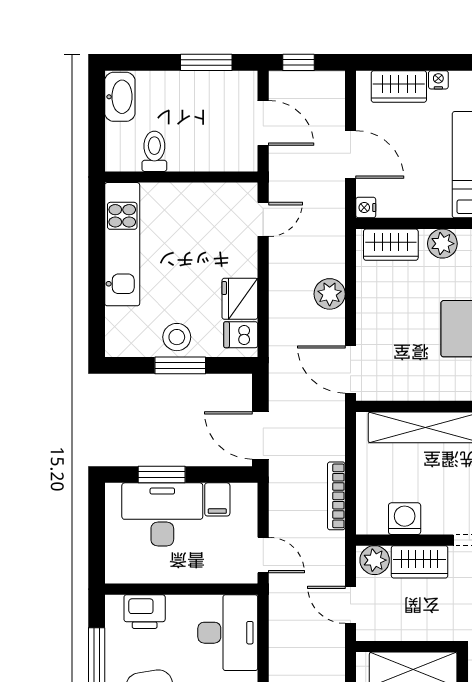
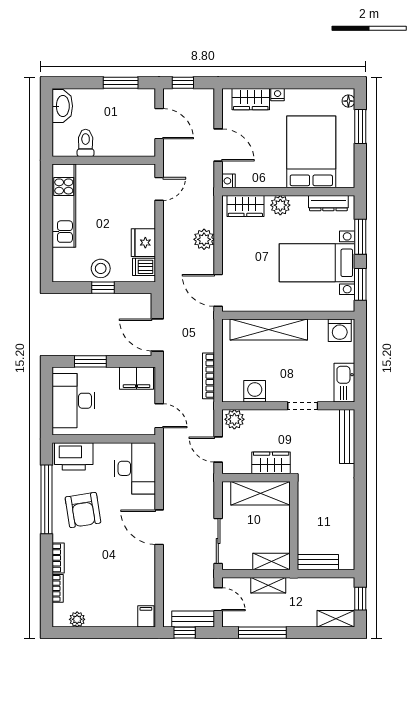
window: (180, 365) -> (103, 288), width x0.67
filing cabinet: (217, 499) -> (137, 378), width x2.00
desk: (162, 514) -> (73, 401), moved, turned -90
wardrobe: (420, 562) -> (271, 463), moved, turned 180
printer: (145, 612) -> (74, 456), width x1.37, depth x1.19

